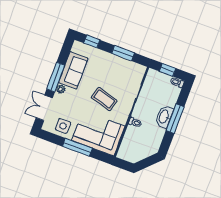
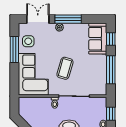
window: (123, 53) -> (111, 70), width x1.44
sofa: (73, 70) -> (98, 39), moved, turned 90
window: (77, 147) -> (14, 49), moved

